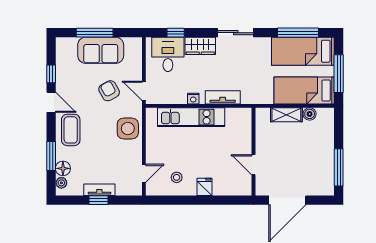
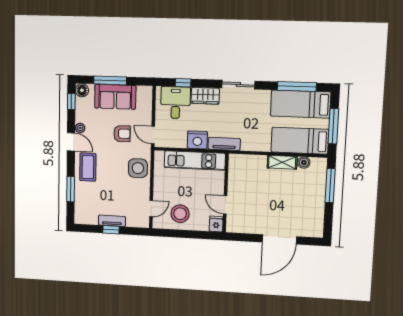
window: (51, 74) -> (71, 101), moved
armchair: (109, 91) -> (122, 134), turned 119
nightstand: (193, 99) -> (197, 140), width x1.89, depth x1.79
wall: (253, 152) -> (226, 193), moved
door: (253, 165) -> (225, 205), moved
window: (339, 167) -> (330, 186), moved
floor lamp: (63, 168) -> (82, 90), moved
stool: (177, 177) -> (180, 214), width x1.89, depth x1.89
plant: (61, 183) -> (80, 128), moved
fridge: (204, 187) -> (216, 224), moved

